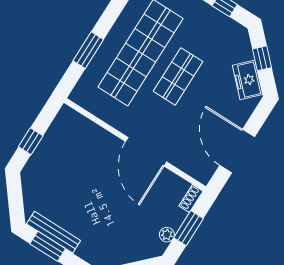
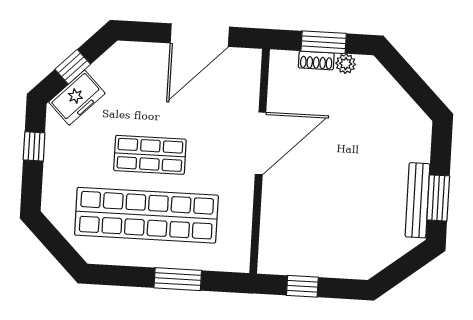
freezer: (247, 80) -> (77, 98), moved
window: (31, 141) -> (302, 286), moved
shoe rack: (191, 199) -> (316, 60), moved

